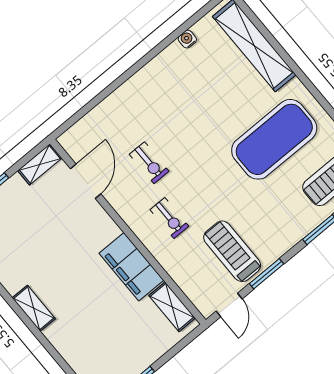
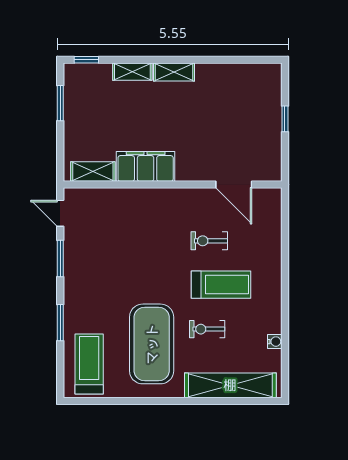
shelving: (40, 164) -> (132, 72), moved, turned 90
exercise bike: (169, 218) -> (207, 329), moved
treadmill: (232, 251) -> (221, 285), moved

